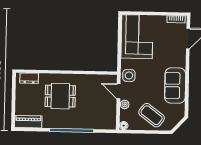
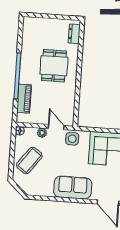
sofa: (175, 86) -> (73, 188), moved
door: (118, 91) -> (56, 127), hinge flipped
piano: (28, 122) -> (24, 99), moved

